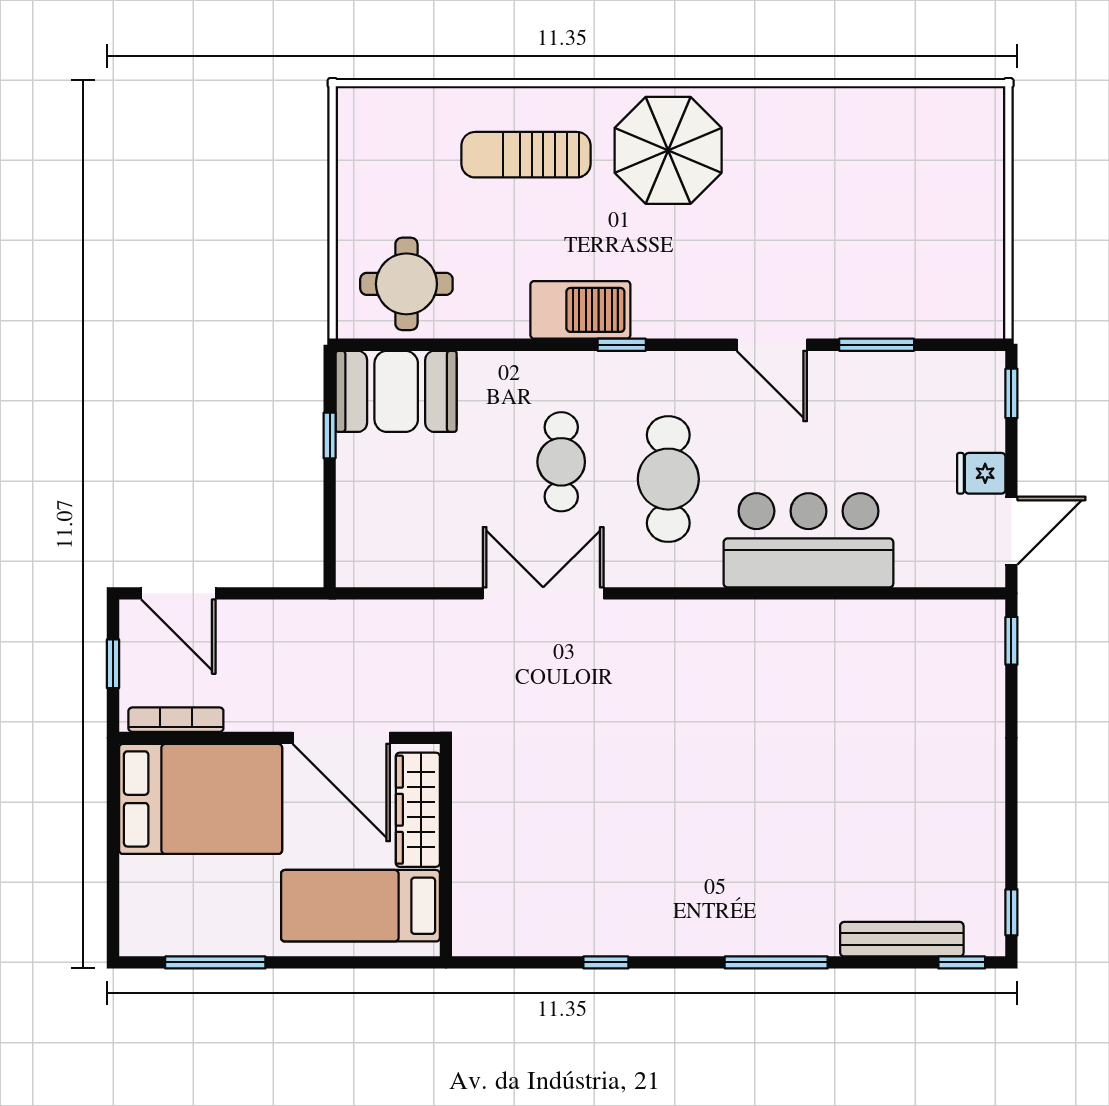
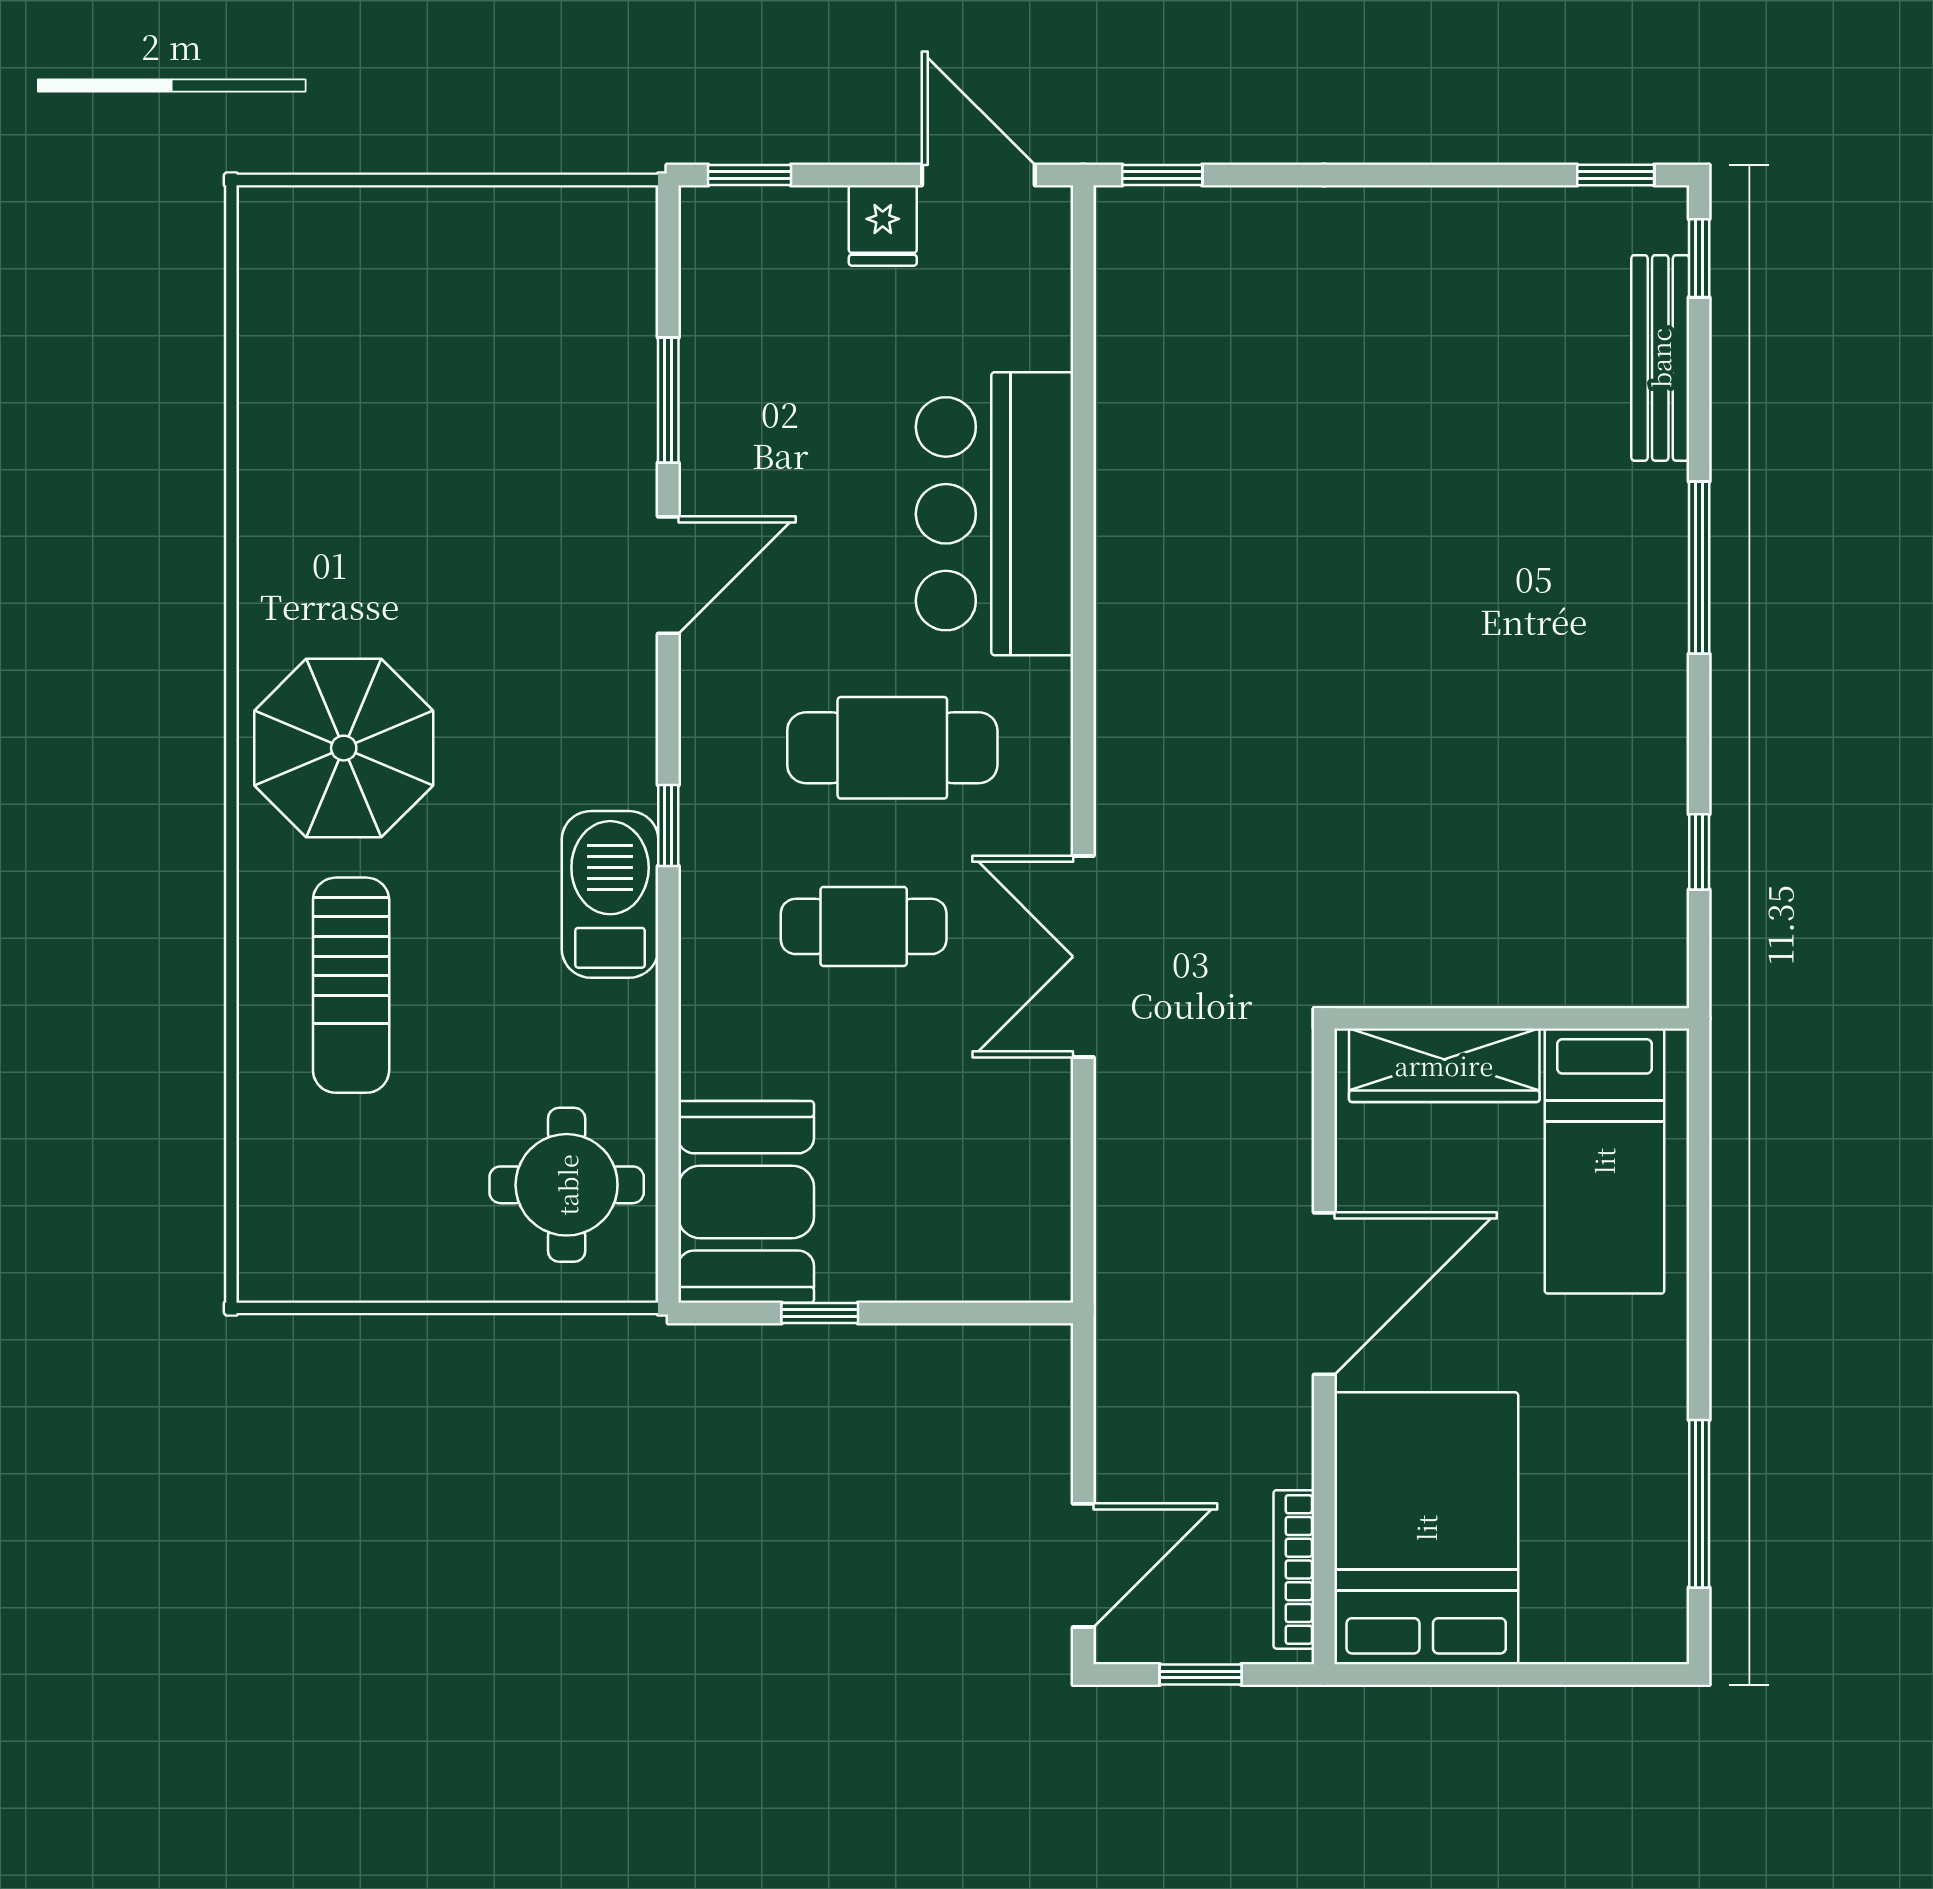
wardrobe: (418, 810) -> (1444, 1065), moved
wall: (446, 850) -> (1512, 1018), moved
bed: (360, 906) -> (1604, 1161), moved

